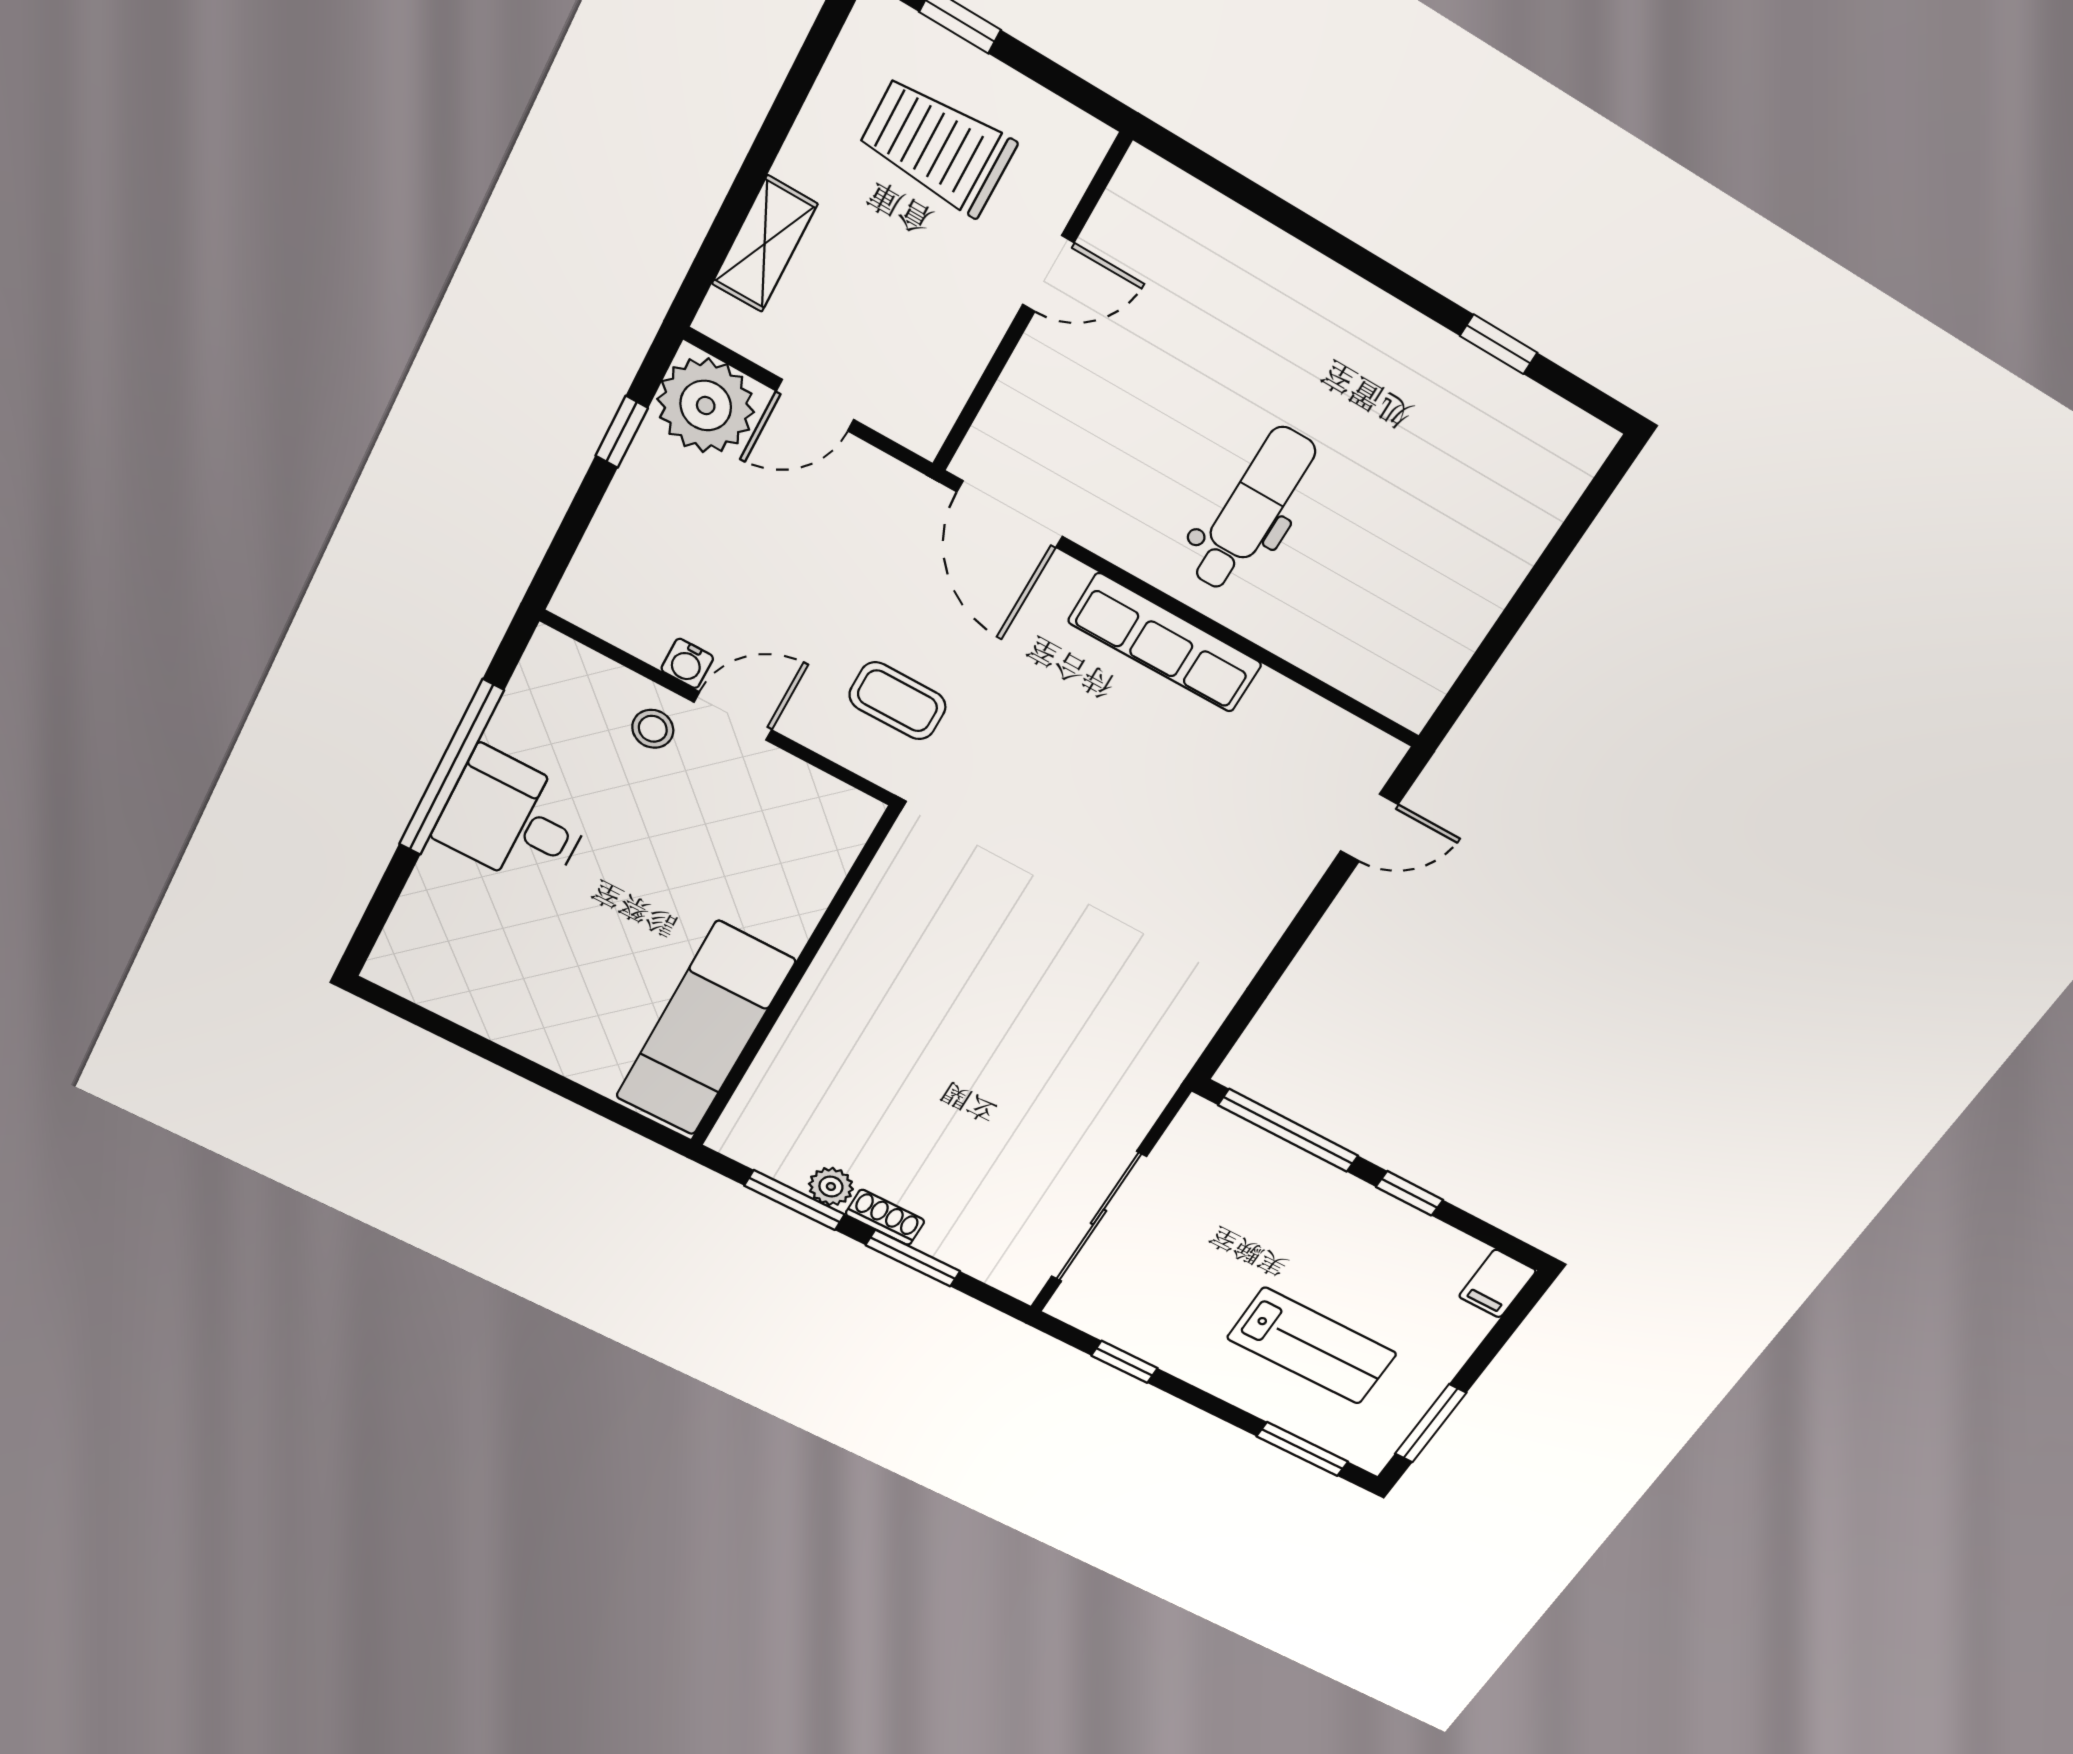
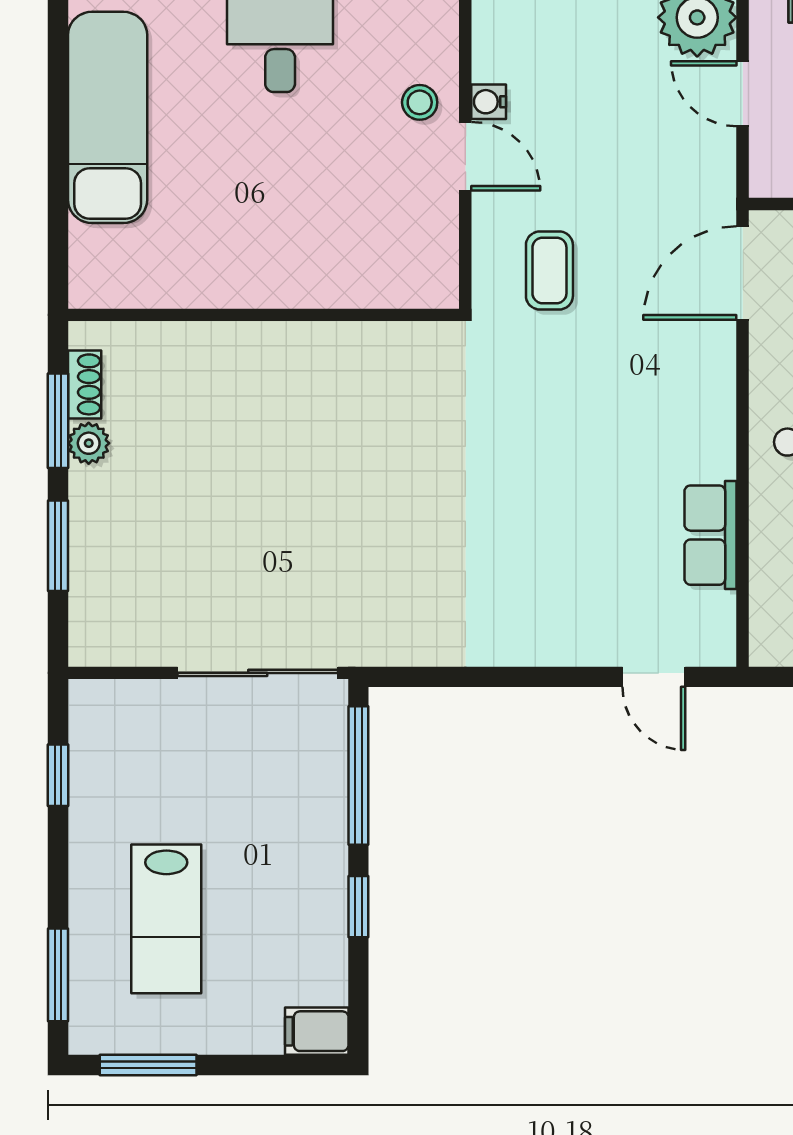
row of seats: (1165, 643) -> (711, 535), moved, width x0.68
exam couch: (705, 1029) -> (108, 117), moved, turned 90
shoe rack: (885, 1217) -> (85, 384), moved
sliding door: (1099, 1217) -> (258, 673), moved

